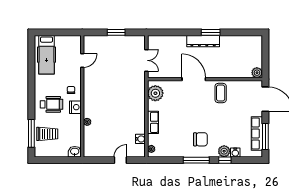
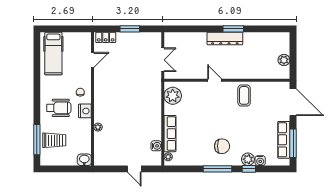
locker: (94, 40) -> (106, 37), added
plant: (257, 73) -> (284, 60), moved
door: (194, 79) -> (215, 80), width x0.53
row of seats: (153, 122) -> (170, 134), width x1.48
door: (120, 160) -> (134, 169), swing flipped

